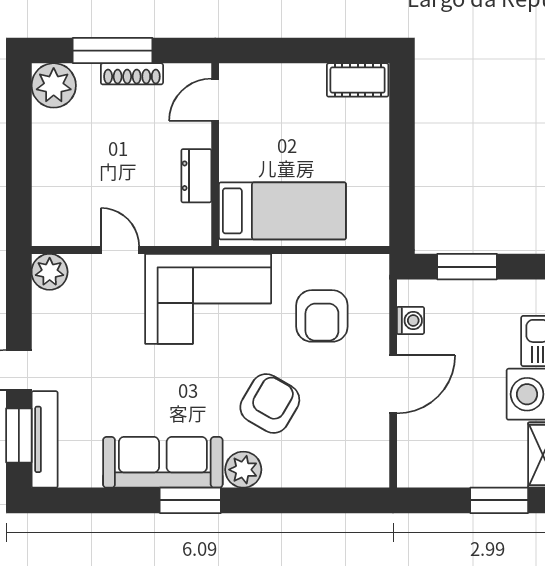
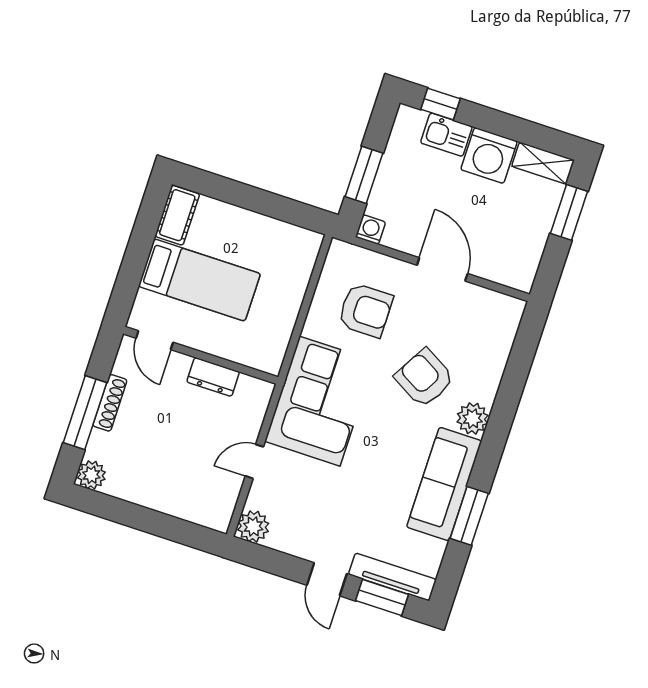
plant: (54, 85) -> (91, 475), width x0.73, depth x0.73
bed: (282, 211) -> (199, 280), moved, turned 90
washing machine: (411, 320) -> (370, 230), moved
window: (190, 500) -> (469, 516), moved

